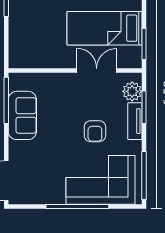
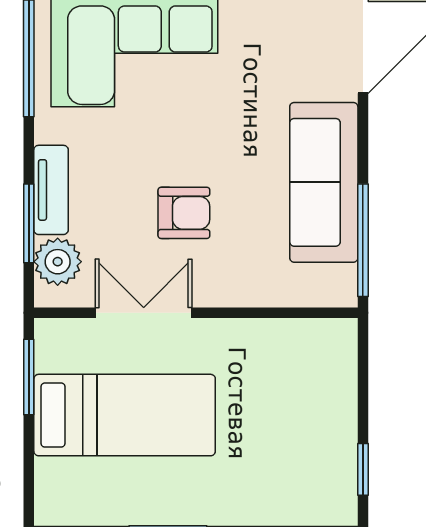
double door: (97, 70) -> (144, 313), swing flipped
sofa: (22, 115) -> (324, 182), width x1.36
armchair: (95, 131) -> (184, 213), moved, turned 90

